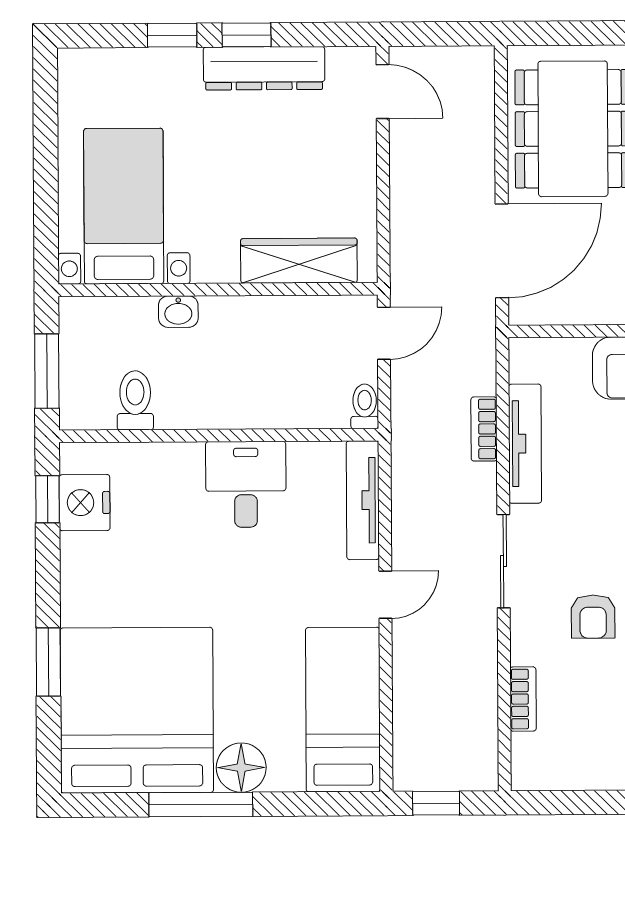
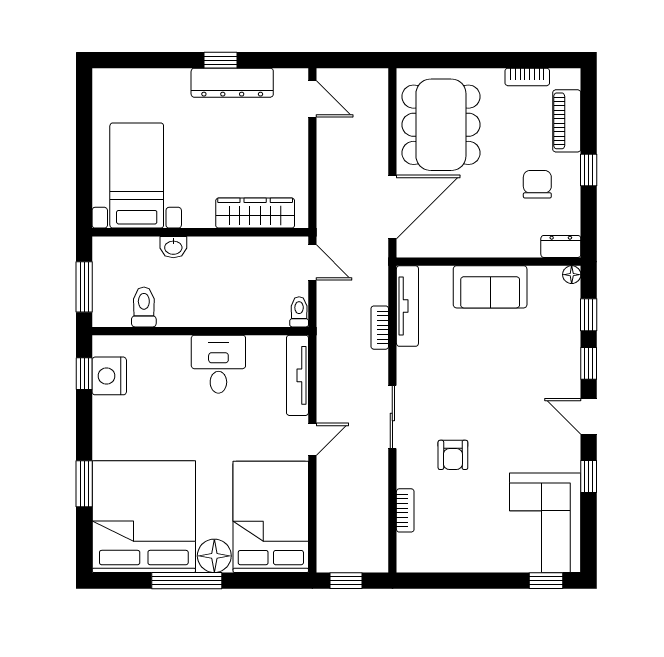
window: (172, 35) -> (170, 60), removed
door: (384, 333) -> (312, 262), hinge flipped
tv unit: (525, 444) -> (407, 306), moved
bed: (343, 710) -> (271, 517), width x1.50

